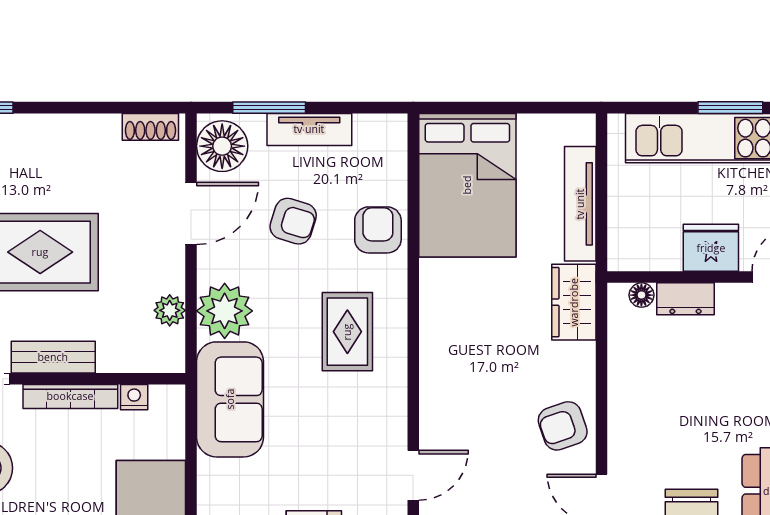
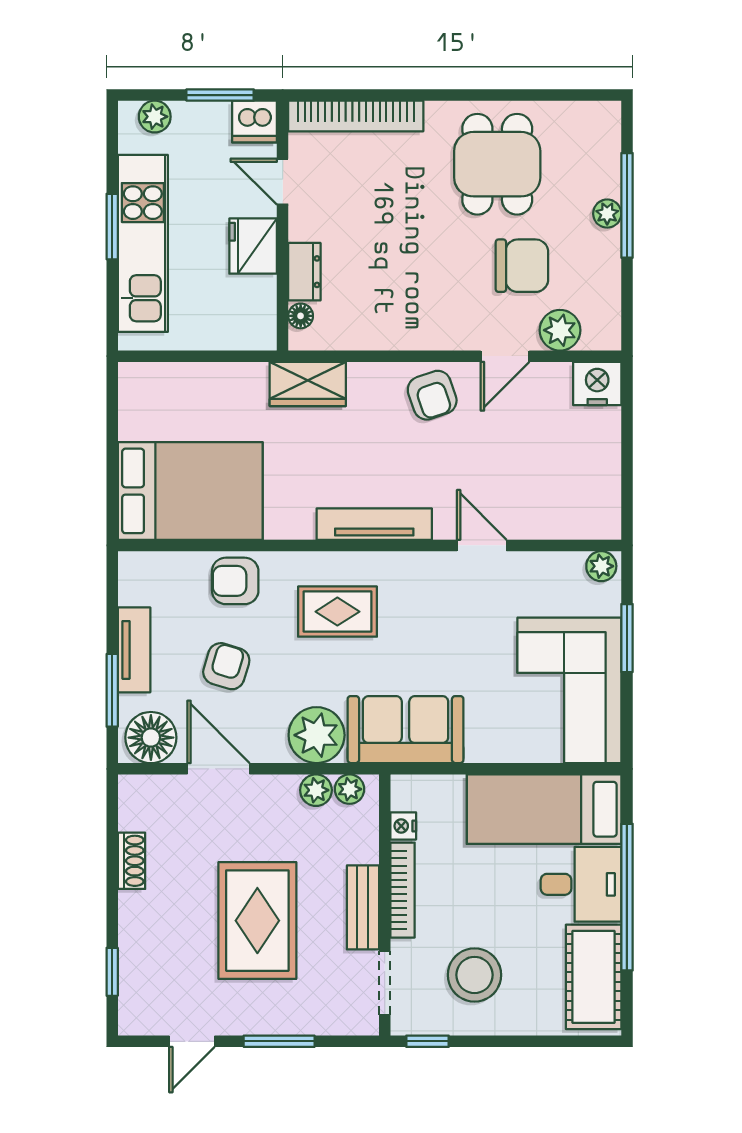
shoe rack: (150, 127) -> (132, 861), moved
tv unit: (580, 204) -> (374, 524), moved, turned 180
plant: (171, 344) -> (350, 789), added

